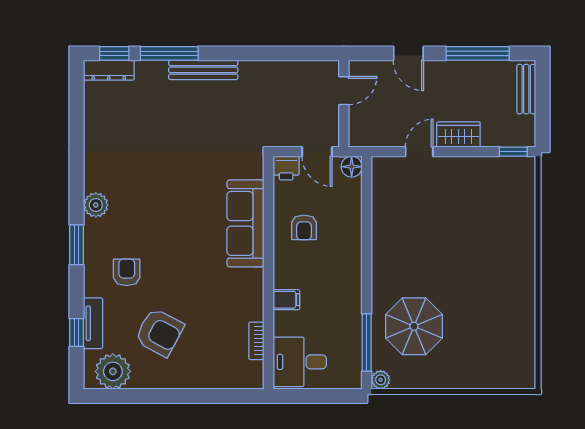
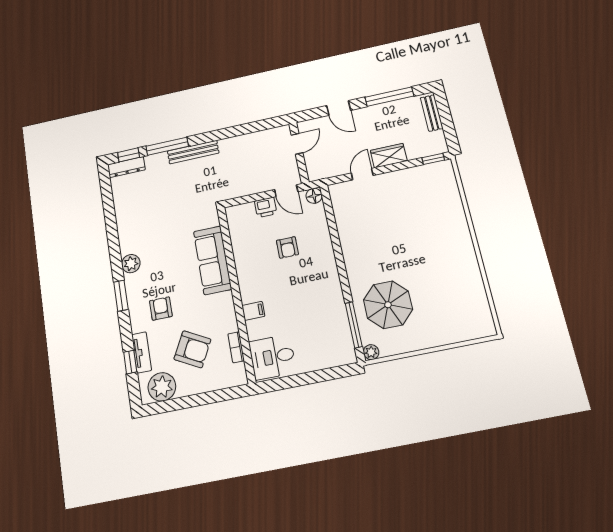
sofa: (245, 223) -> (213, 260), moved
wall: (268, 273) -> (236, 293), moved
filing cabinet: (286, 300) -> (253, 311), moved
bookcase: (256, 341) -> (236, 347), moved
desk: (300, 362) -> (272, 357), moved

